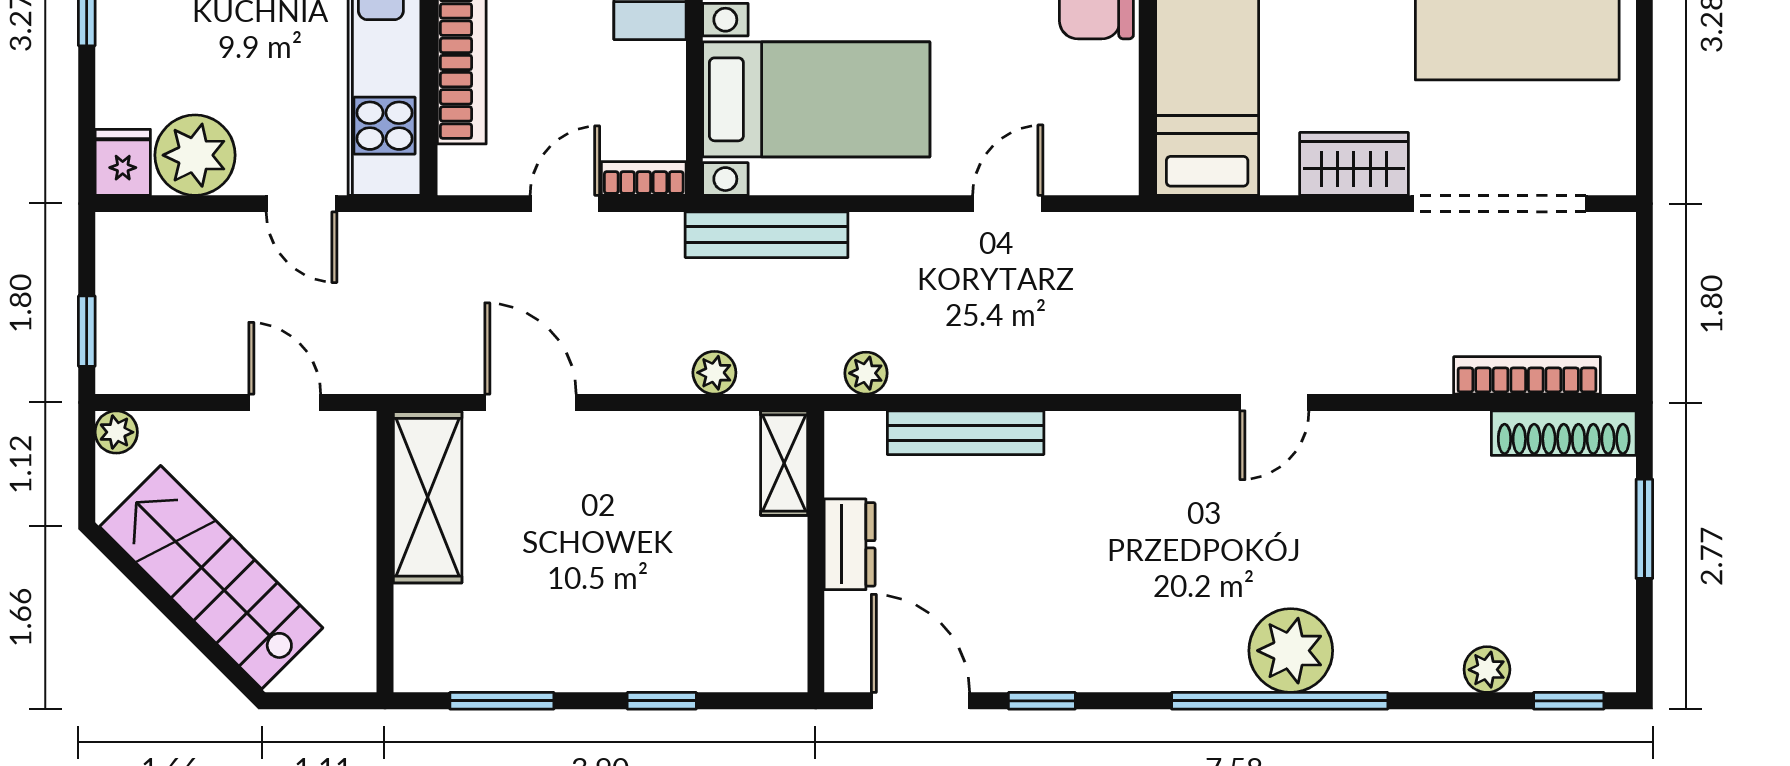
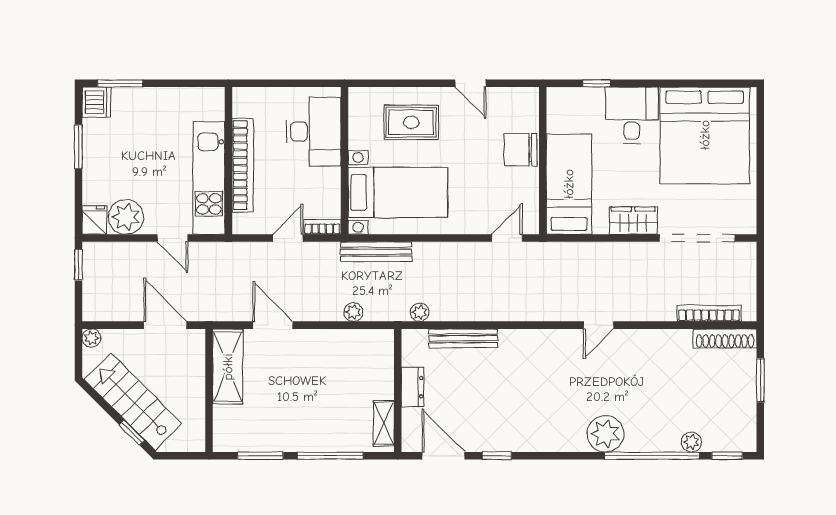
door: (1008, 204) -> (507, 238), moved
window: (87, 331) -> (79, 265), moved
door: (285, 402) -> (165, 325), width x1.38
shelving: (784, 463) -> (384, 423), moved
window: (209, 648) -> (132, 433), added
window: (662, 701) -> (330, 456), width x2.17
window: (1280, 701) -> (652, 456), moved

